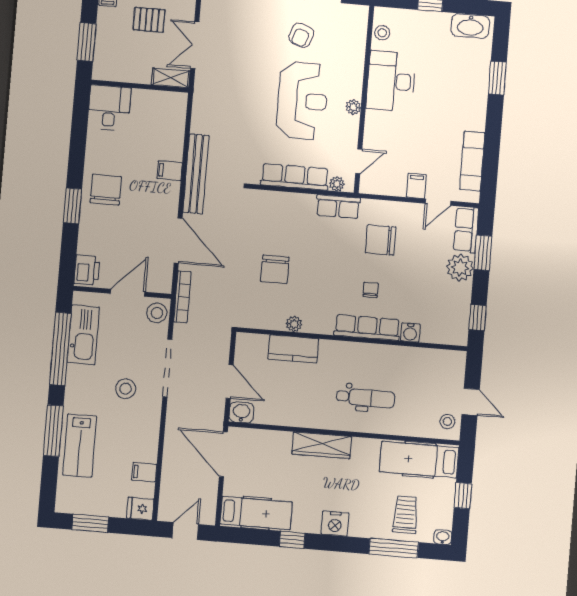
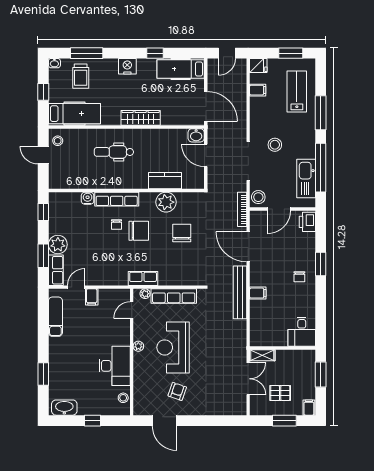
chair: (106, 190) -> (299, 277), width x0.54, depth x0.54
chair: (381, 240) -> (139, 231), moved
plant: (294, 324) -> (166, 202), width x1.88, depth x1.88
lab bench: (80, 446) -> (297, 91), moved

